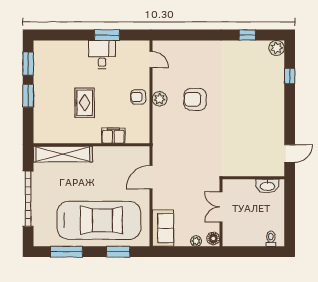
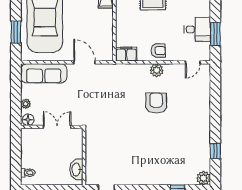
window: (107, 35) -> (215, 34), moved
desk: (102, 55) -> (197, 29), moved
armchair: (138, 97) -> (158, 51), turned 90
filing cabinet: (113, 136) -> (126, 54), moved, turned -90
sofa: (163, 228) -> (44, 73), width x1.36

